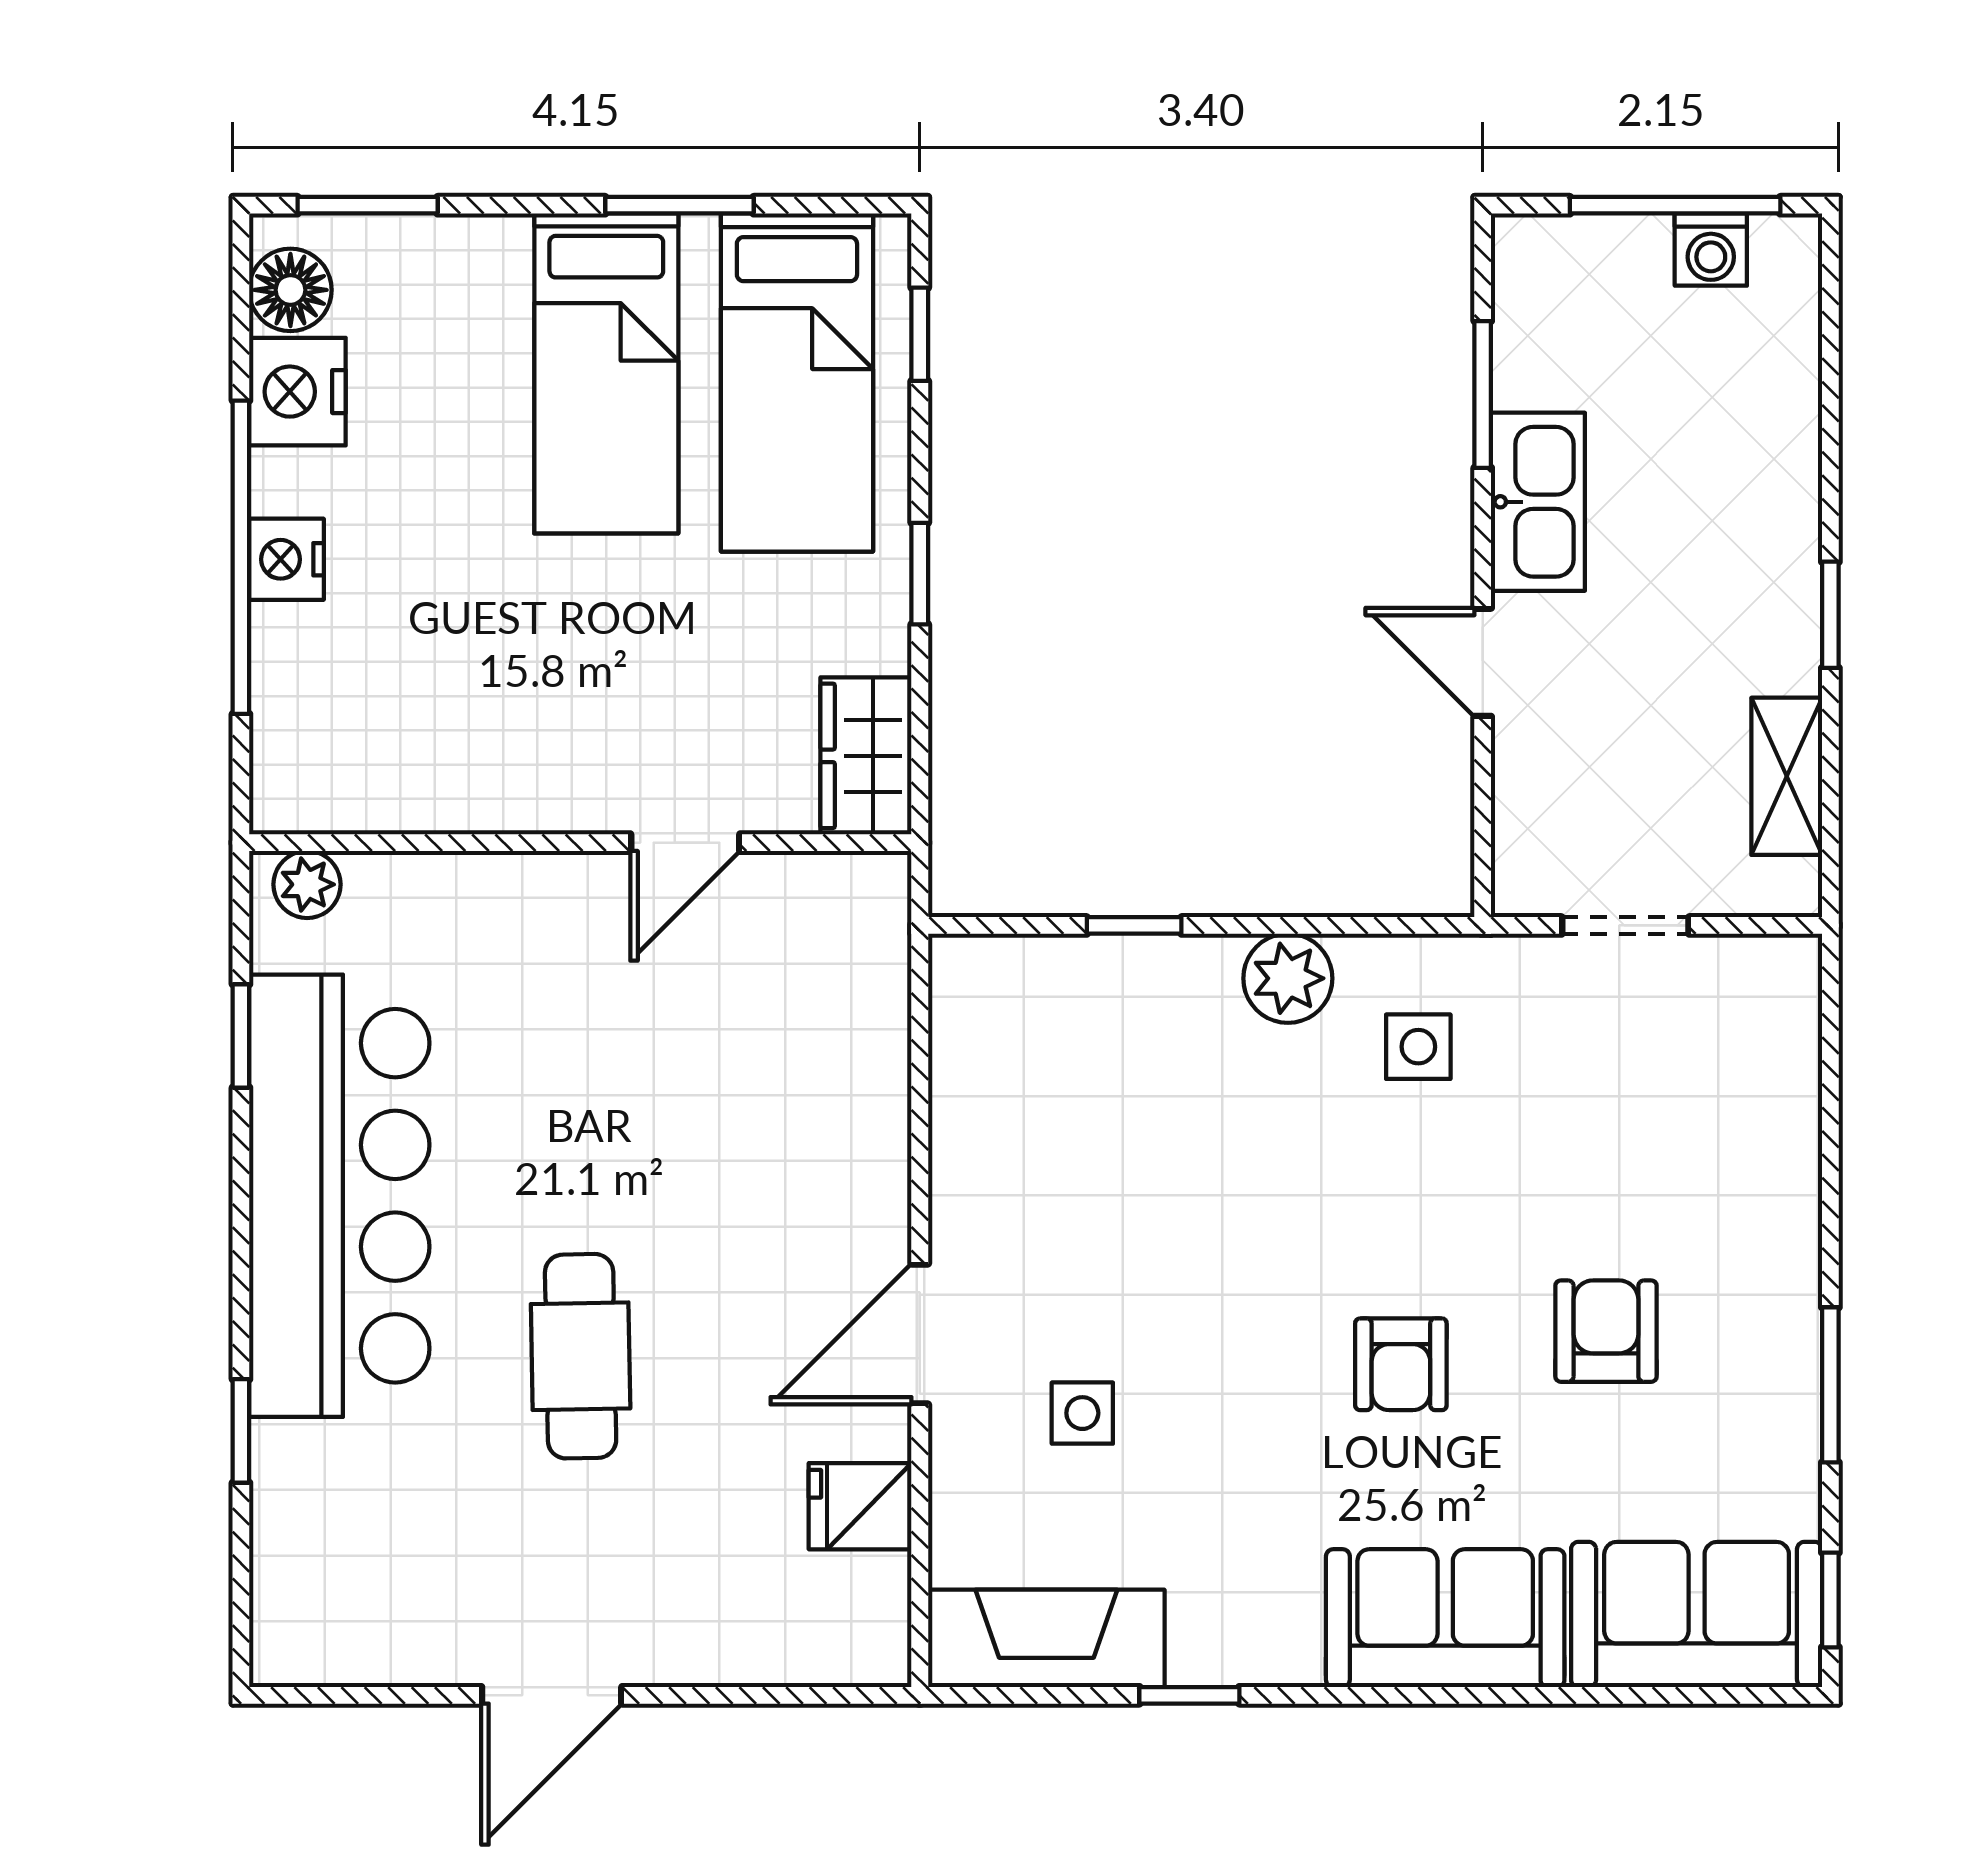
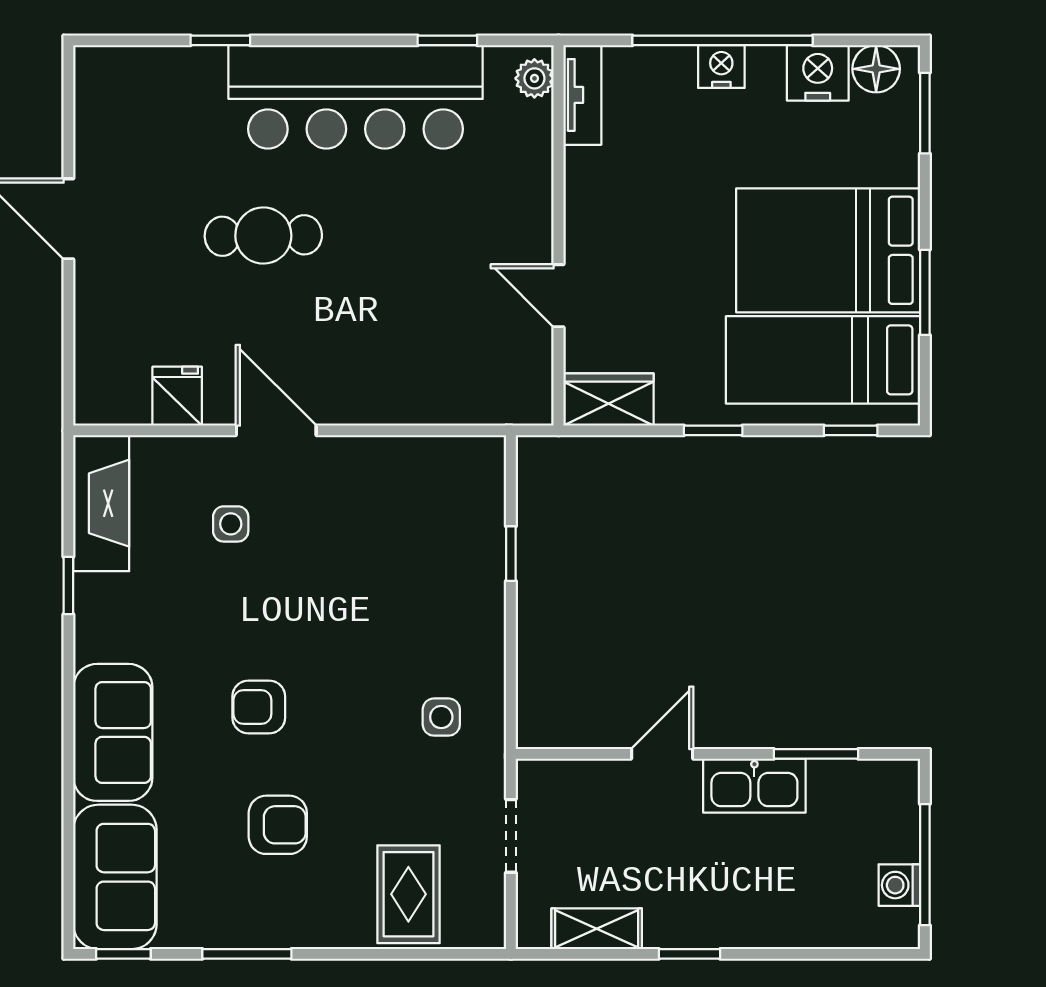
bed: (606, 373) -> (828, 250), width x1.50
tv unit: (336, 801) -> (582, 95), added
plant: (1288, 978) -> (481, 642), removed
rug: (1727, 1104) -> (408, 894), added

